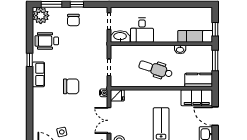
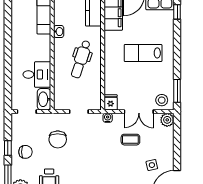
chair: (71, 86) -> (58, 139), moved, turned 180
coffee table: (84, 113) -> (130, 140), added

